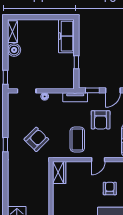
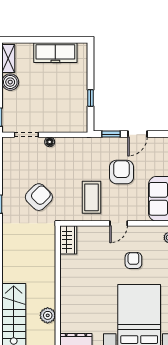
freezer: (66, 36) -> (55, 53), moved, turned -90
tv unit: (75, 97) -> (89, 143), removed
armchair: (101, 120) -> (122, 172), turned 180

